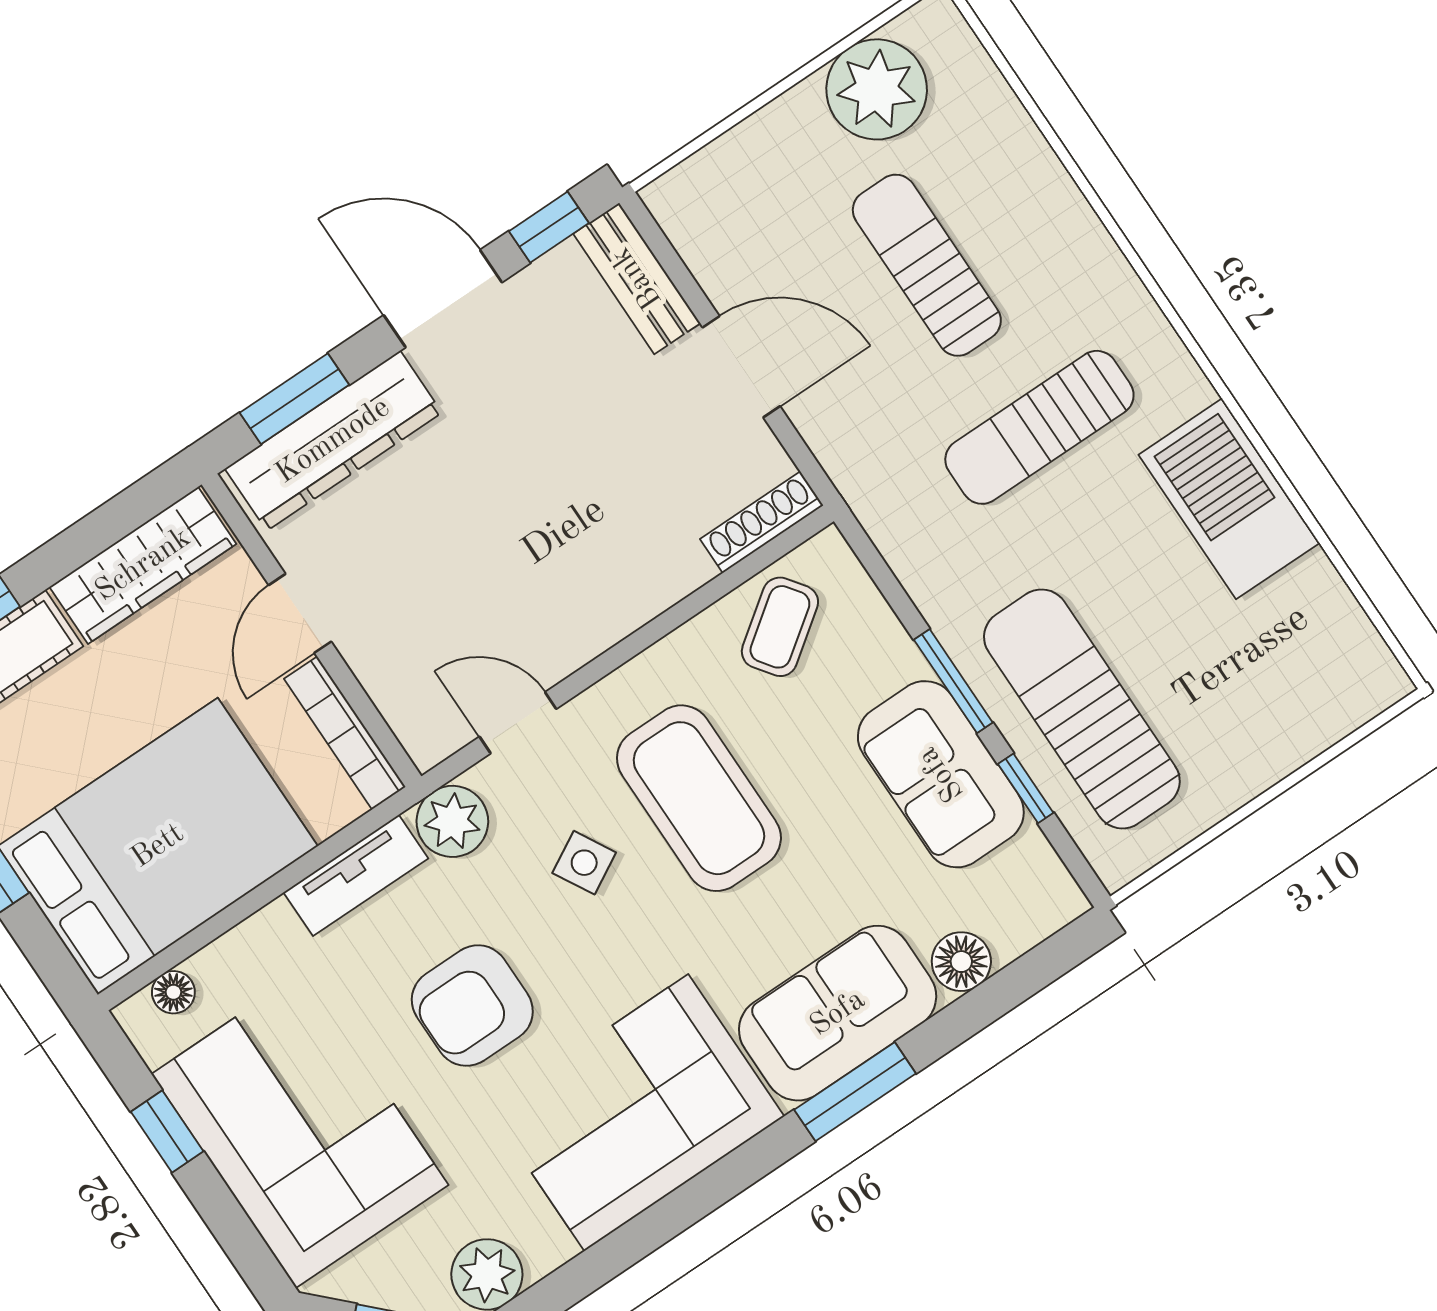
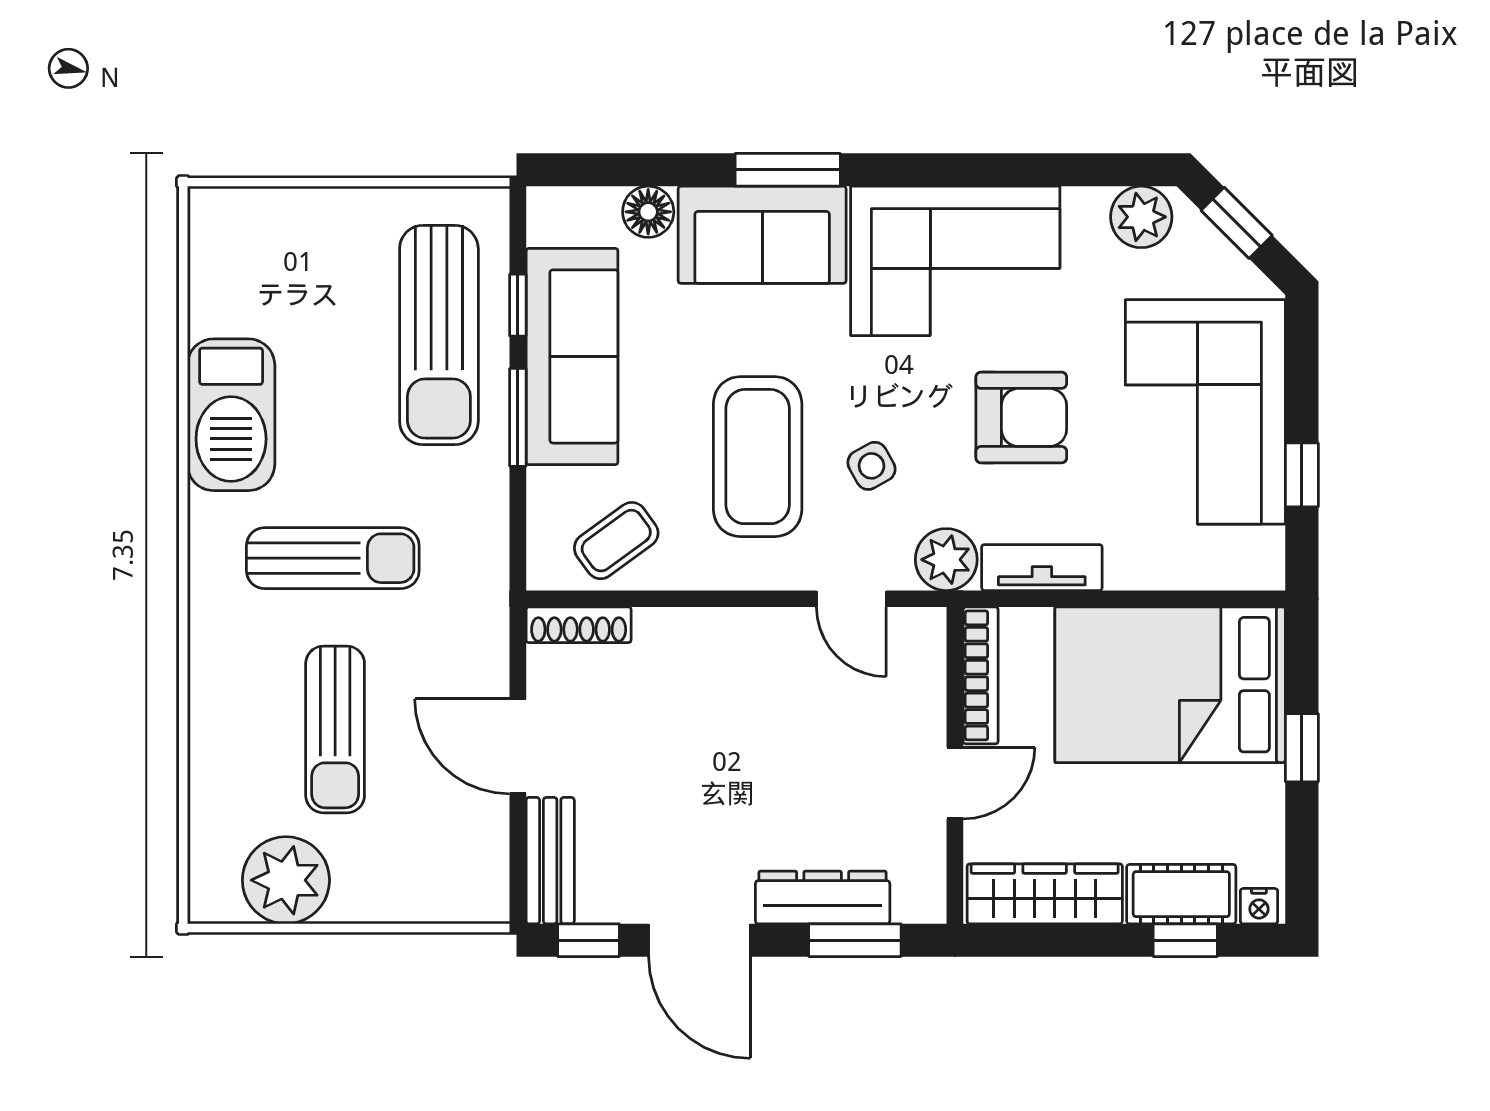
dresser: (333, 441) -> (823, 898), width x0.73, depth x0.80
sofa: (941, 774) -> (572, 356), width x1.36
floor lamp: (173, 992) -> (1230, 572), removed

